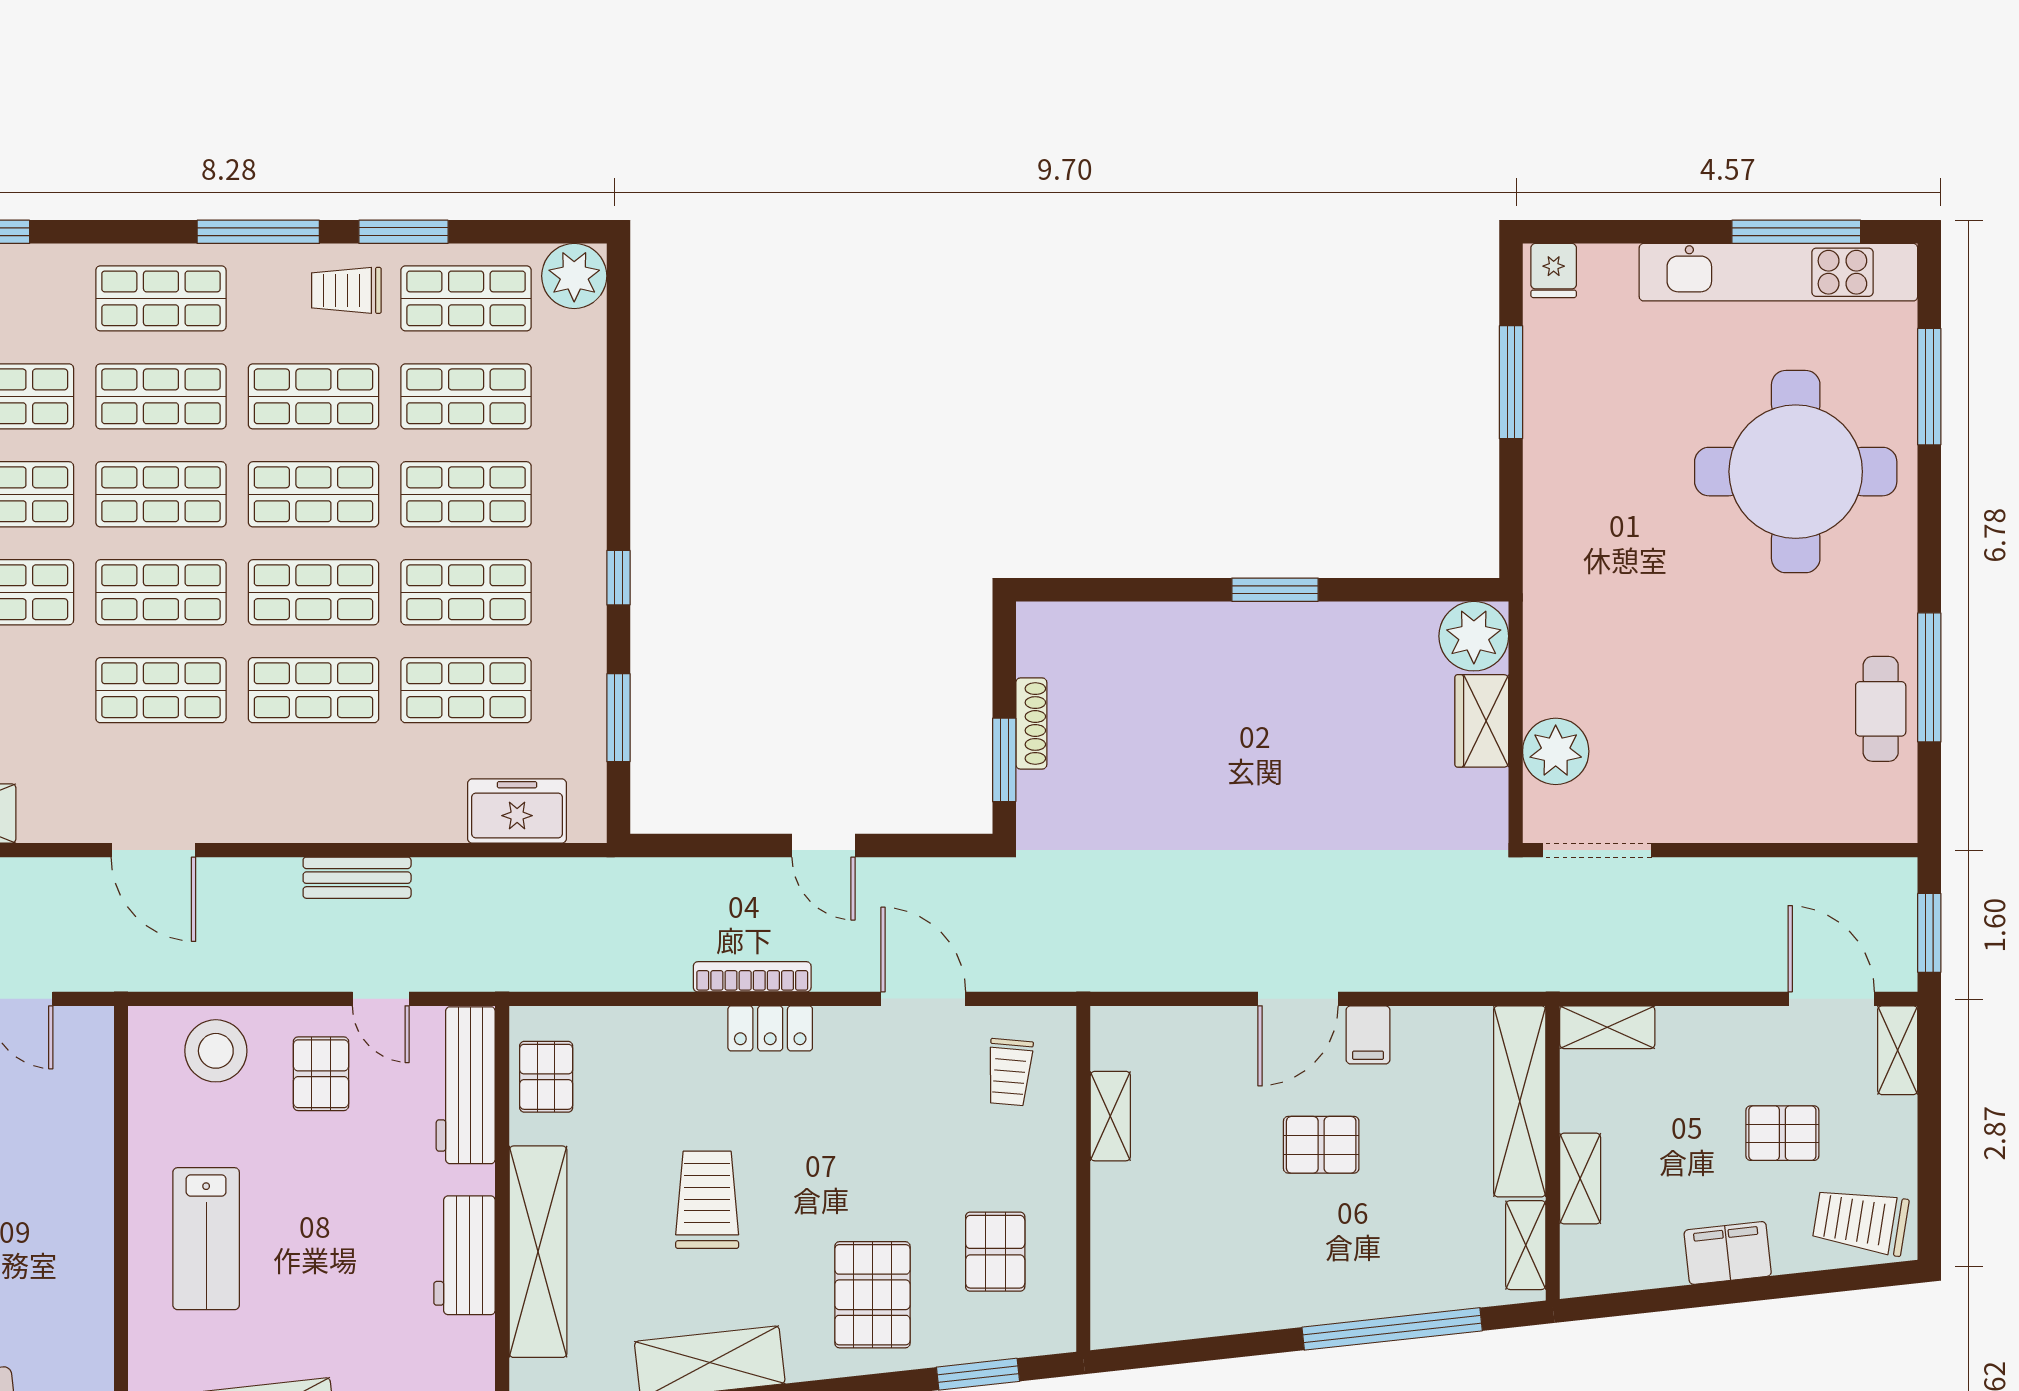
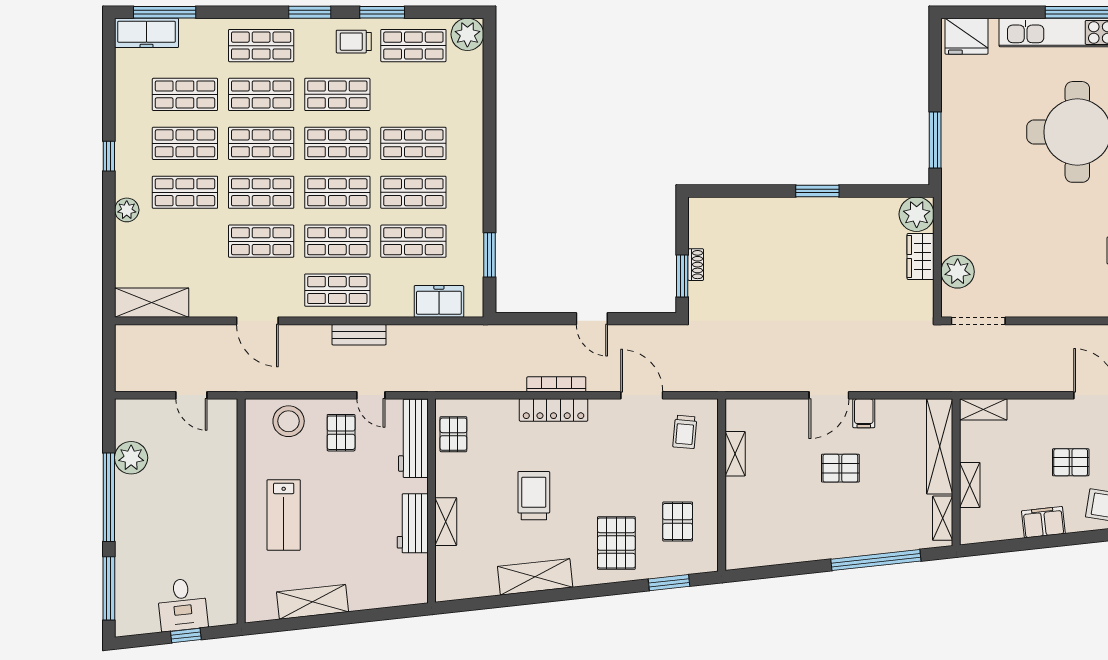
window: (258, 232) -> (310, 12), width x0.69
fridge: (1554, 271) -> (967, 36), width x1.88, depth x1.34
window: (1511, 382) -> (935, 140), moved
shop shelf: (466, 396) -> (337, 290), moved
window: (618, 578) -> (490, 185), removed
shoe rack: (1031, 723) -> (696, 265), width x0.70
locker: (770, 1028) -> (554, 410), width x1.53
shelving: (538, 1252) -> (446, 522), width x0.45, depth x0.75

